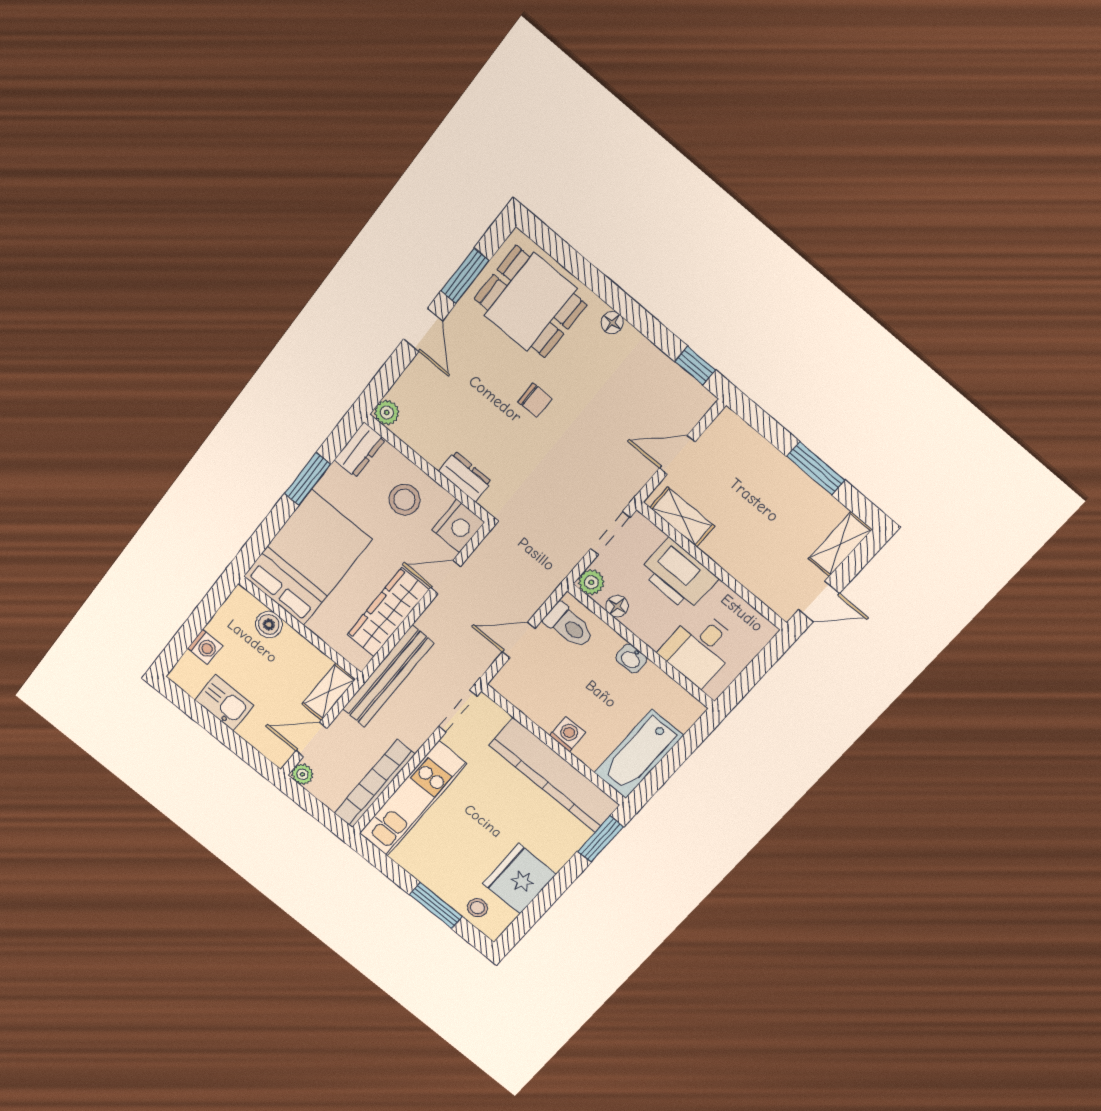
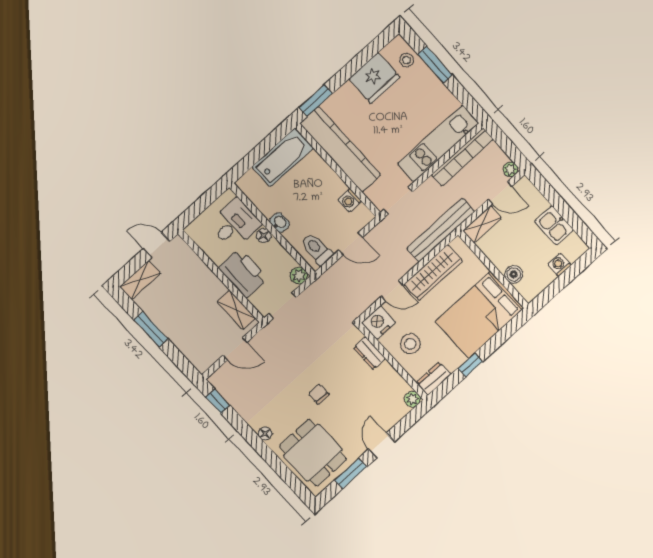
window: (308, 479) -> (470, 365), width x0.67
floor lamp: (617, 606) -> (264, 235), moved
washing machine: (567, 734) -> (350, 200), moved

